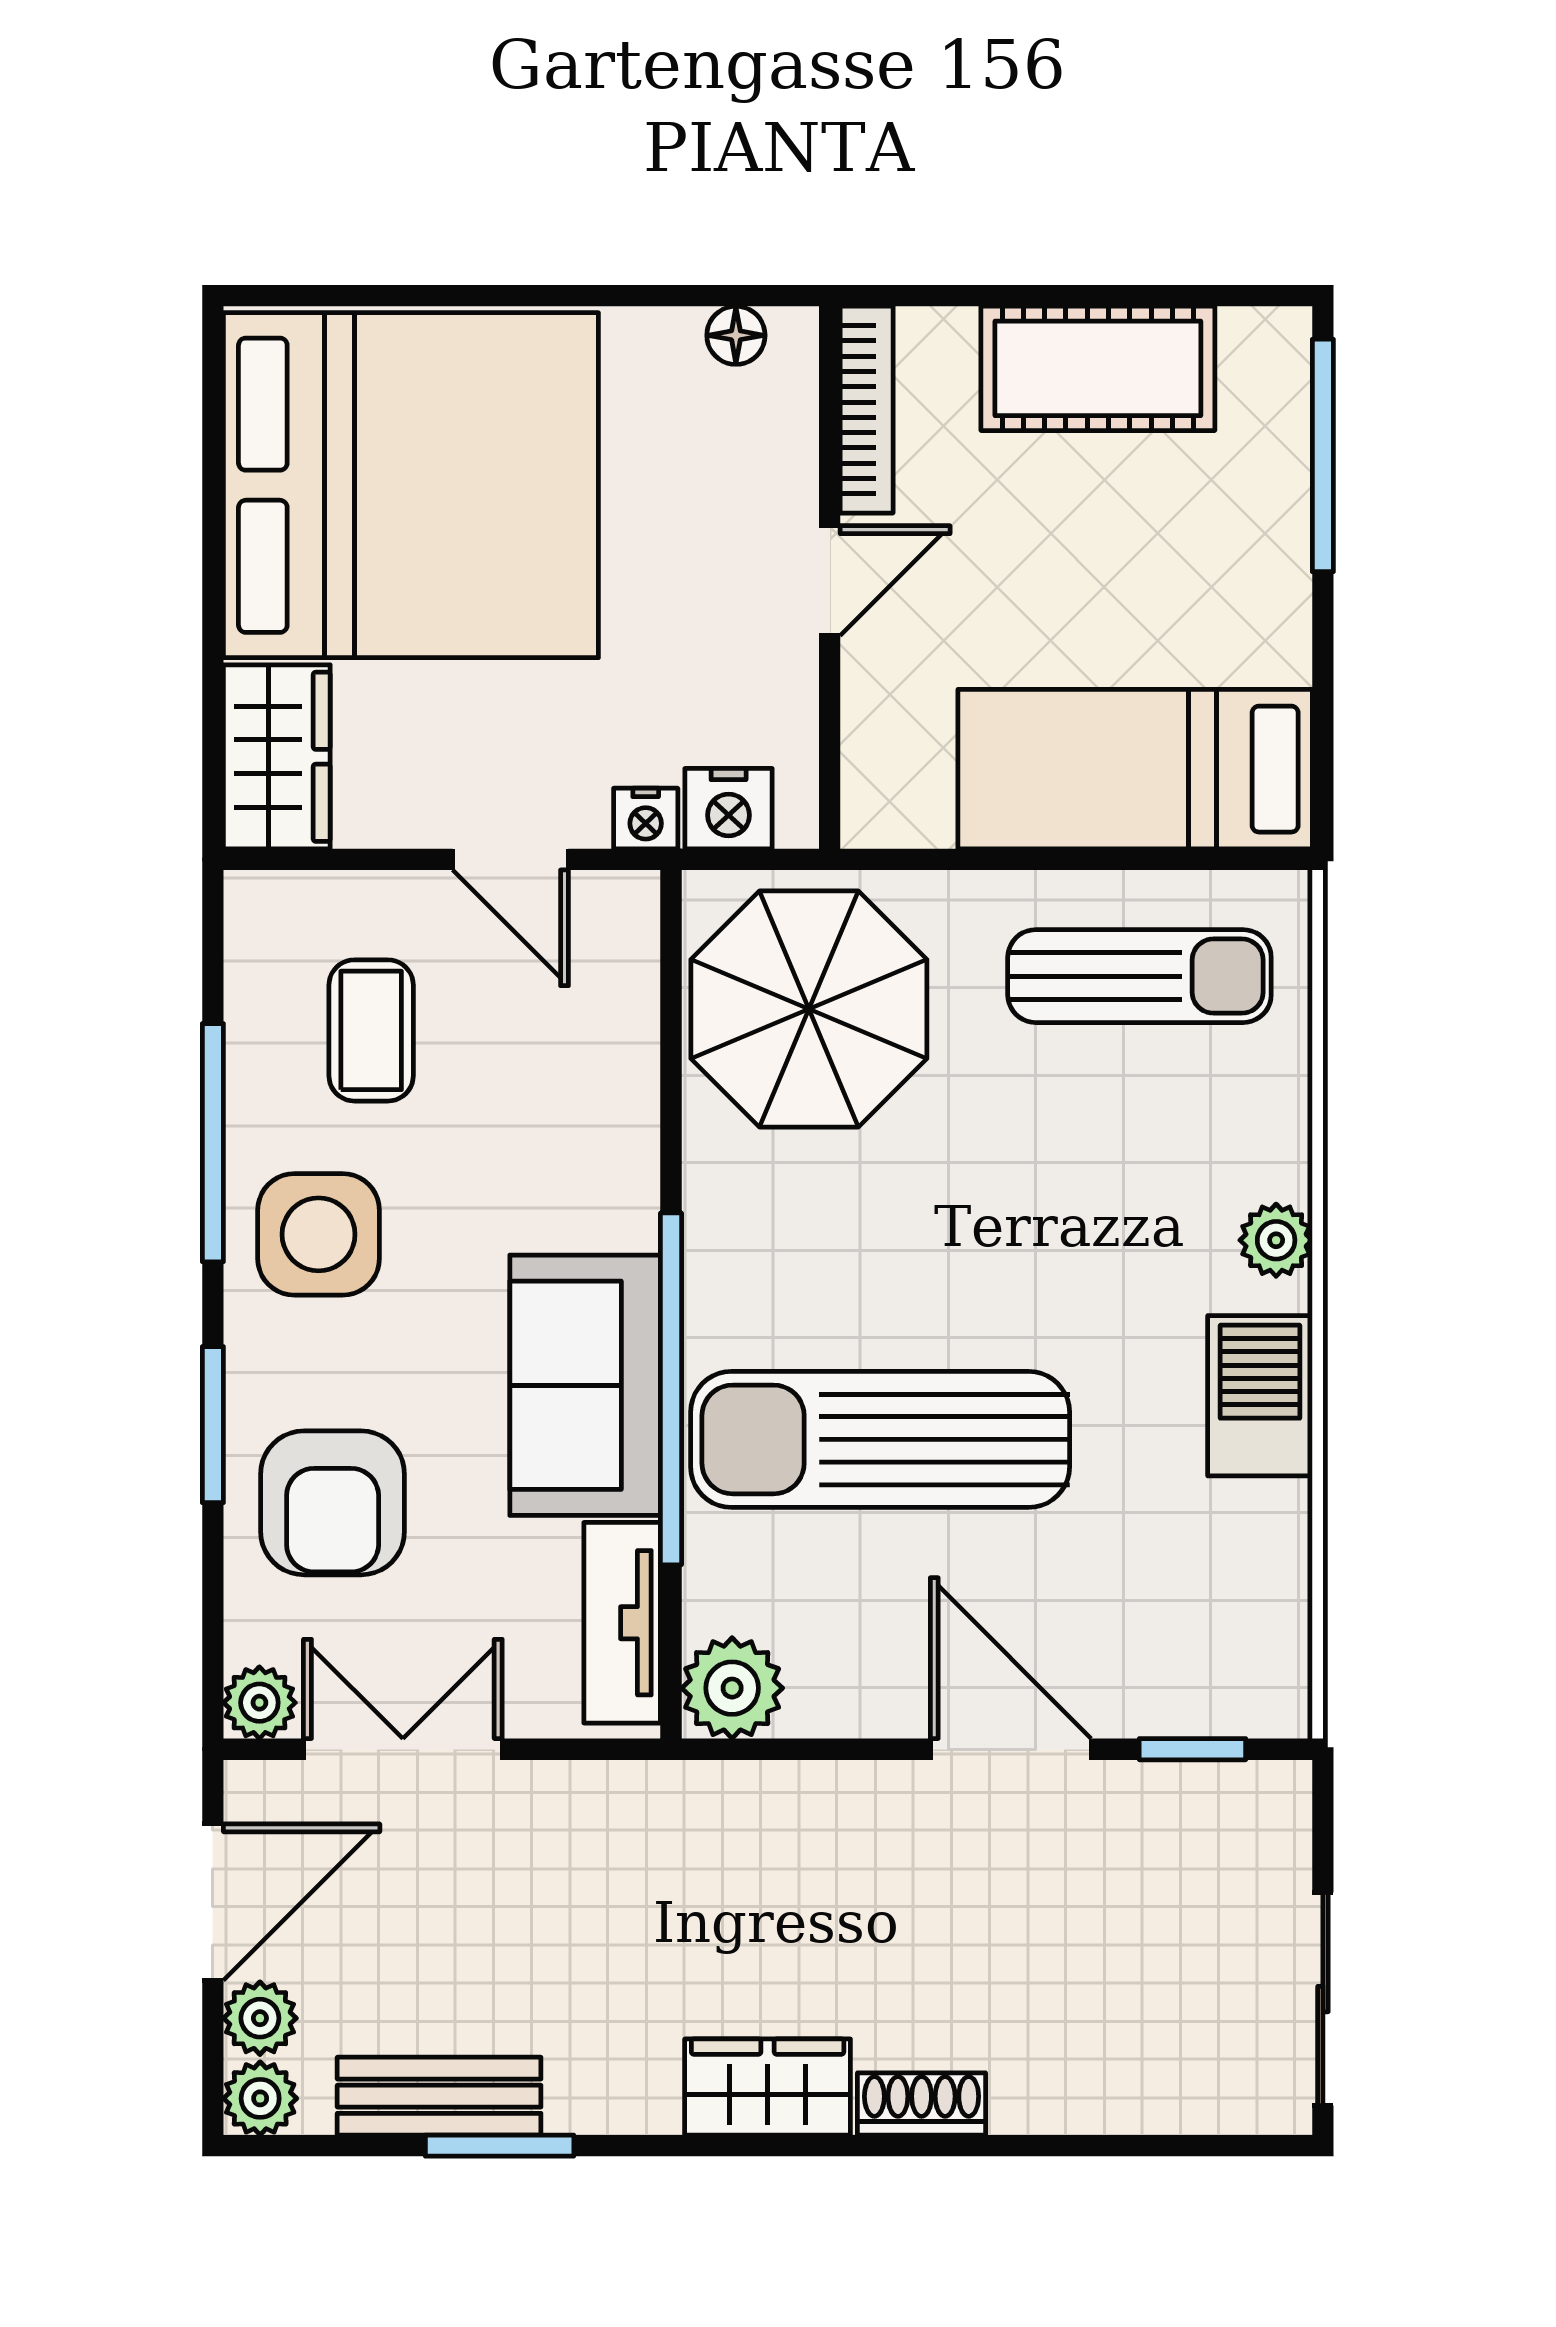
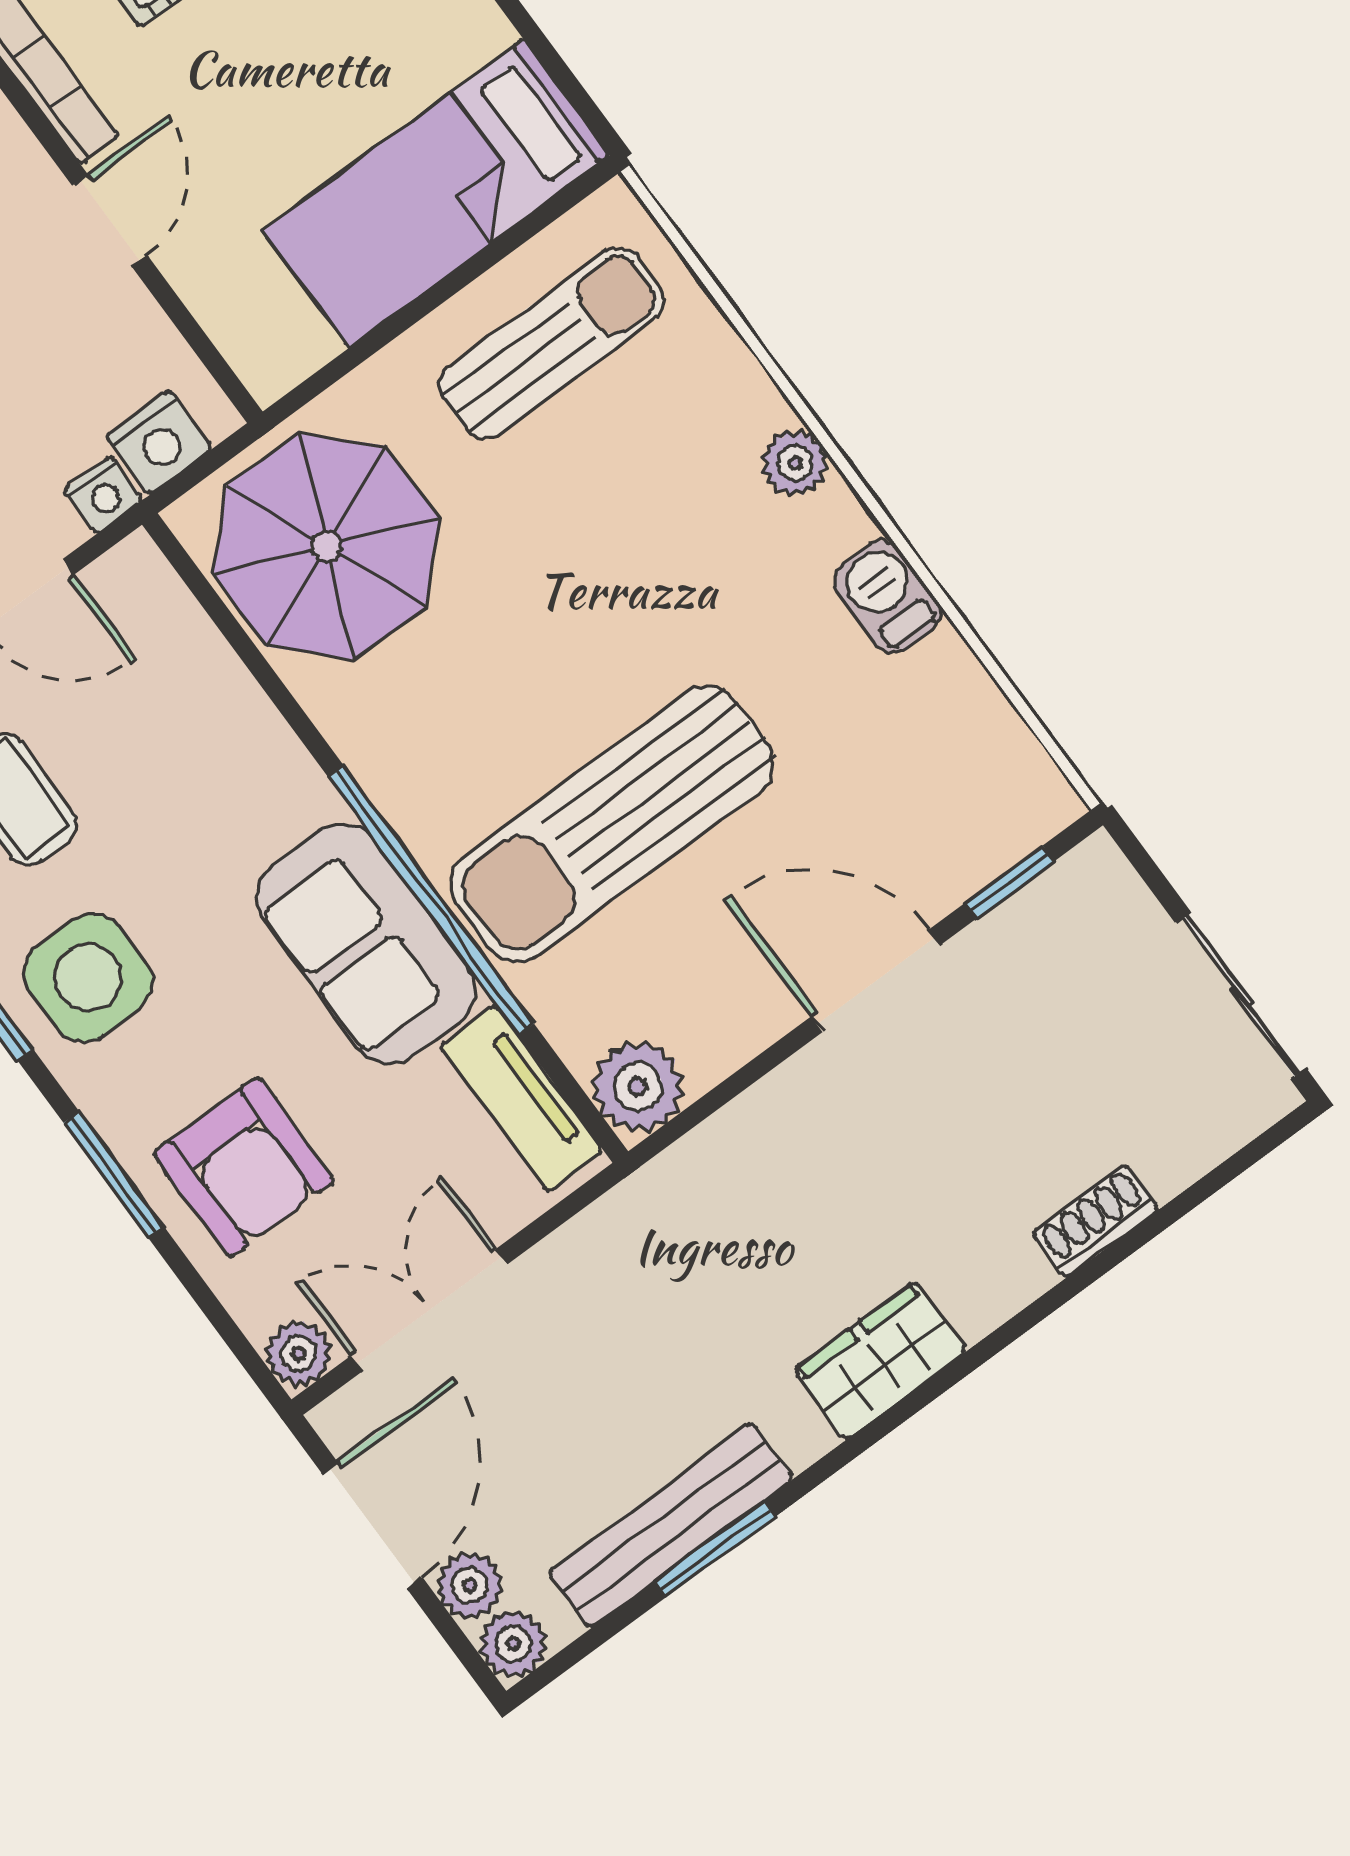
barbecue: (1260, 1396) -> (887, 596), width x0.73, depth x0.79
bench: (439, 2096) -> (671, 1525), width x1.36
shoe rack: (922, 2104) -> (1095, 1221), moved

